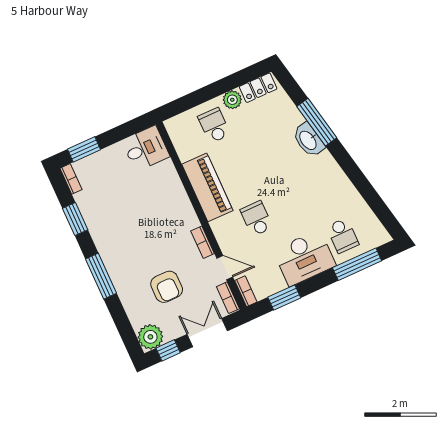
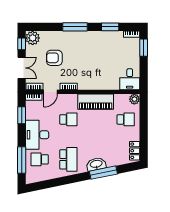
plant: (232, 100) -> (134, 99), moved
school desk: (321, 189) -> (68, 159), added

